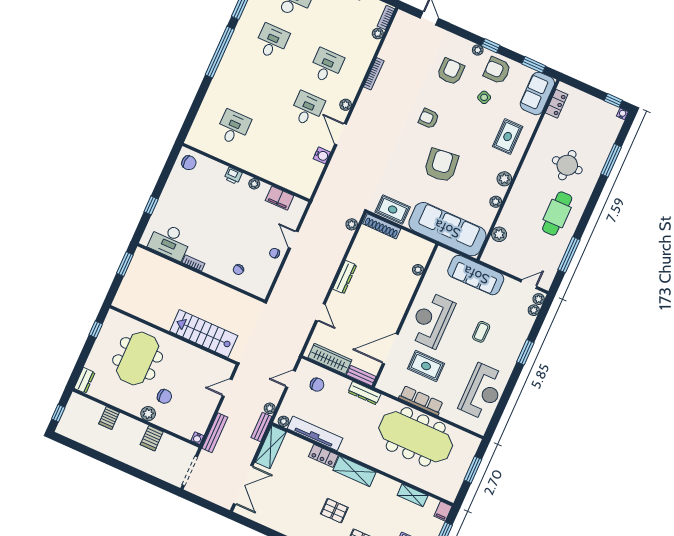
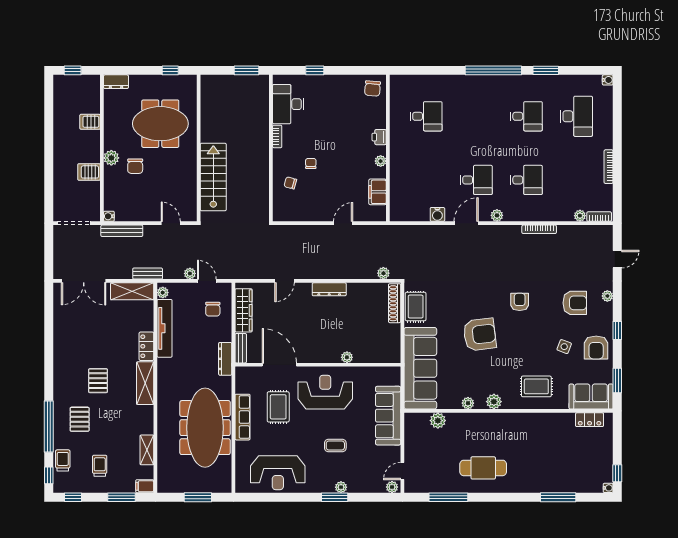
plant: (478, 50) -> (607, 296), moved
armchair: (497, 70) -> (596, 347), turned 180
round table: (567, 165) -> (534, 457), removed
chair: (275, 253) -> (311, 163), moved
plant: (418, 270) -> (347, 357), moved
door: (529, 284) -> (402, 471), swing flipped
plant: (534, 310) -> (341, 487), moved
plant: (270, 408) -> (190, 273), moved

